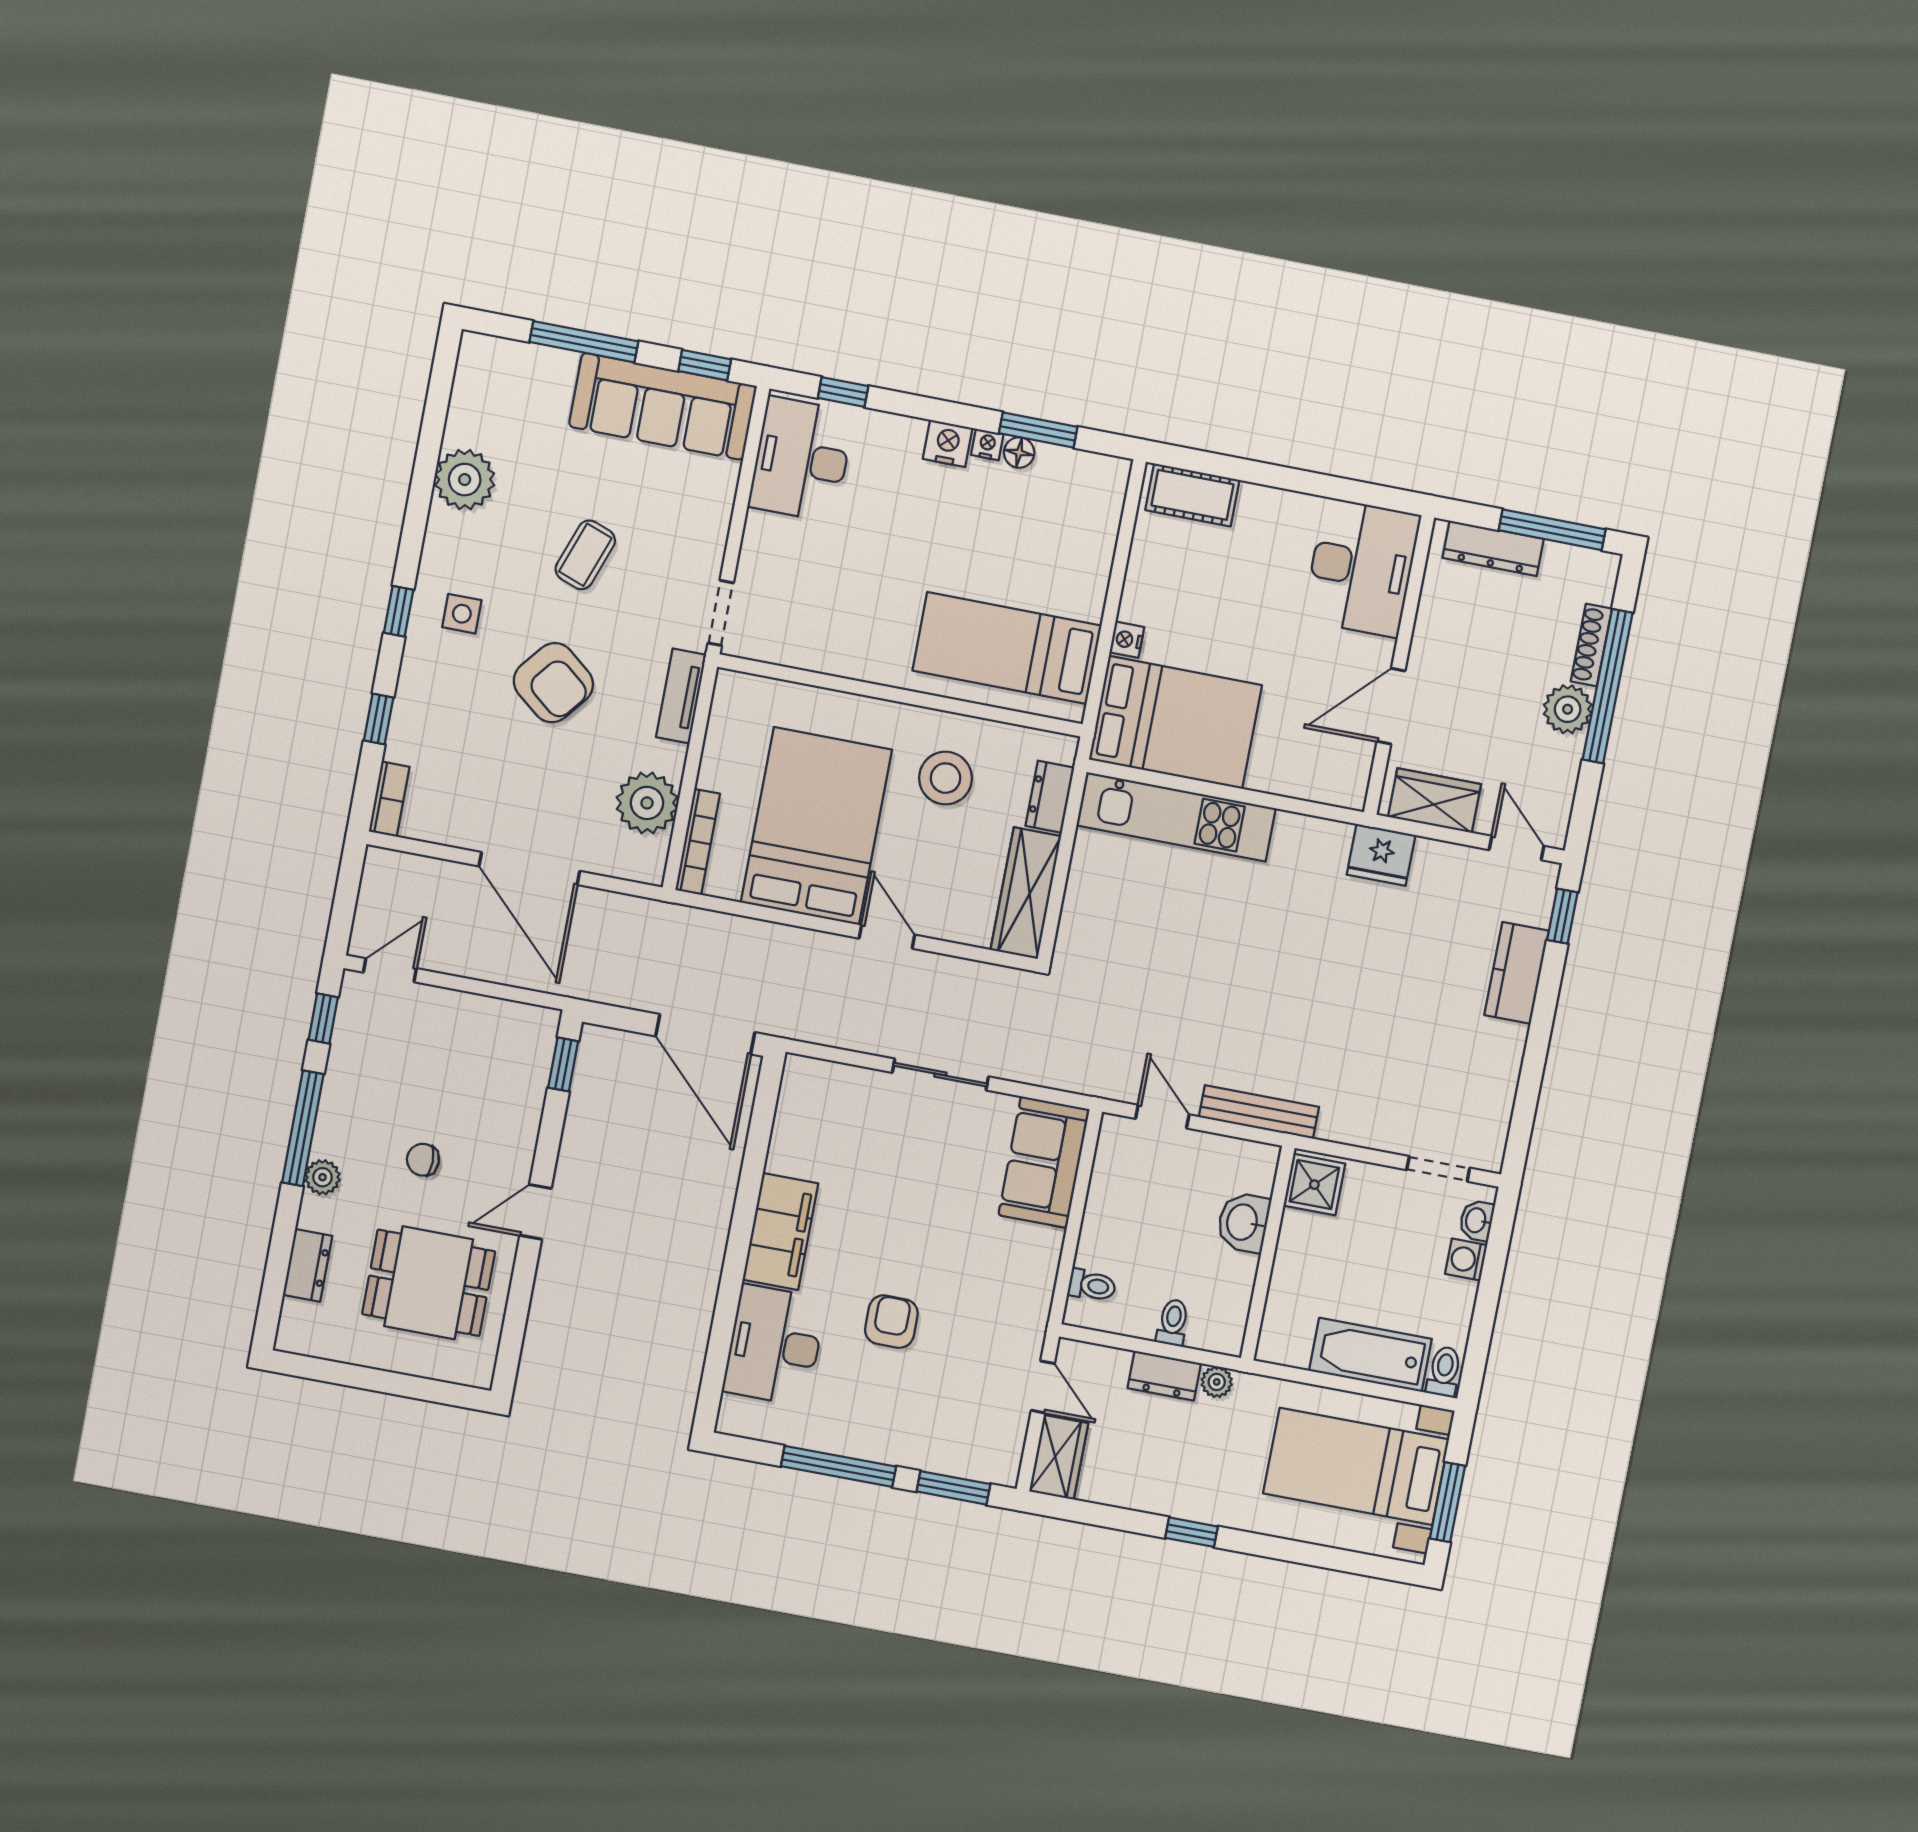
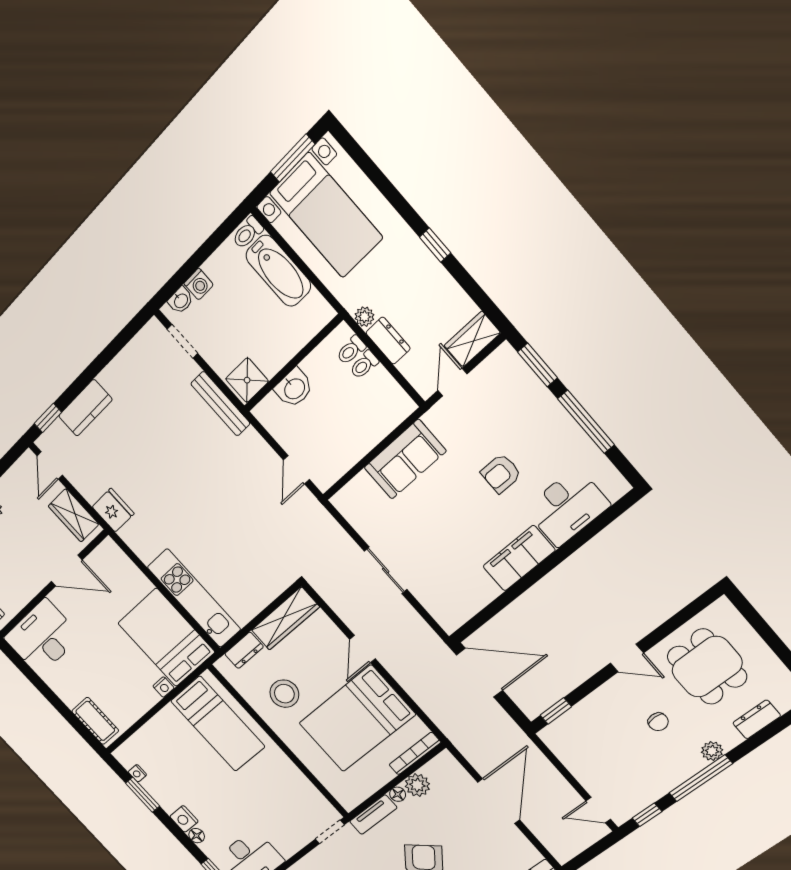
nightstand: (987, 445) -> (137, 773), moved
floor lamp: (1019, 453) -> (197, 836), moved
floor lamp: (672, 758) -> (398, 794), added
plant: (647, 803) -> (417, 785), width x0.73, depth x0.73
door: (705, 1034) -> (480, 673), hinge flipped
bench: (1259, 1112) -> (220, 404), moved
sofa: (1044, 1162) -> (405, 459), moved
toilet: (1092, 1285) -> (351, 350), moved, turned -90

